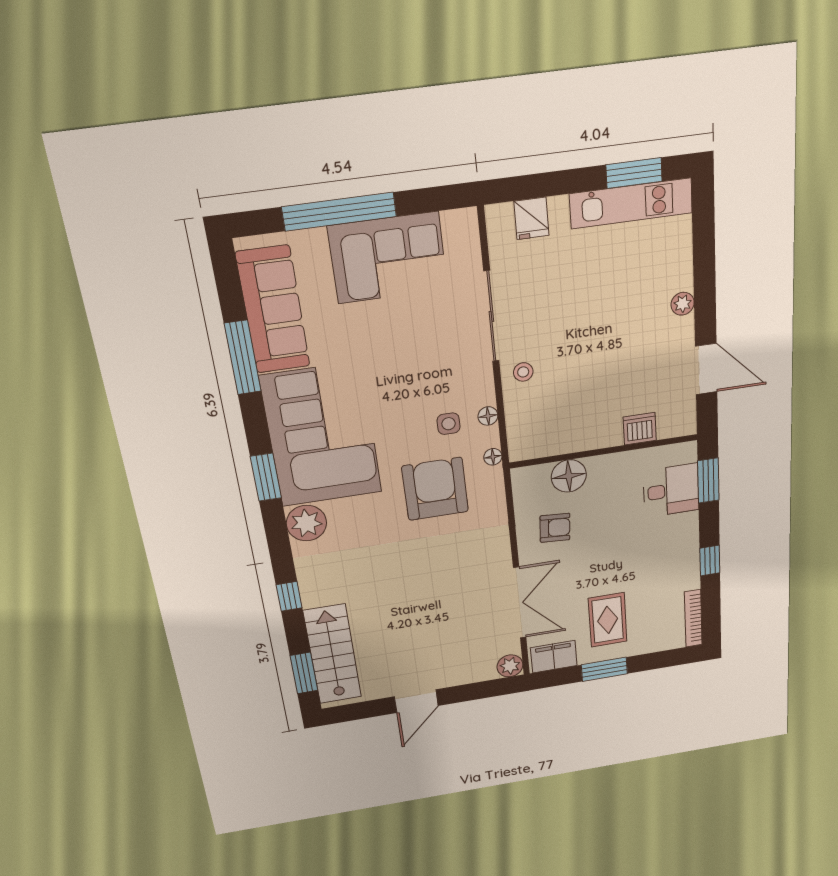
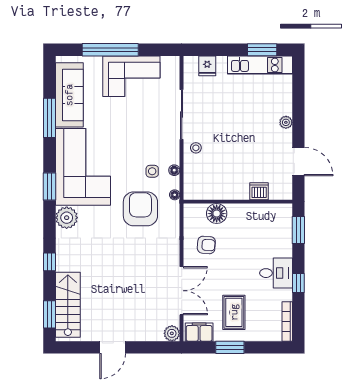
desk: (671, 490) -> (276, 273), moved

